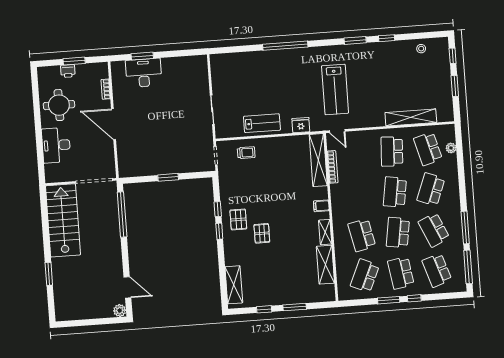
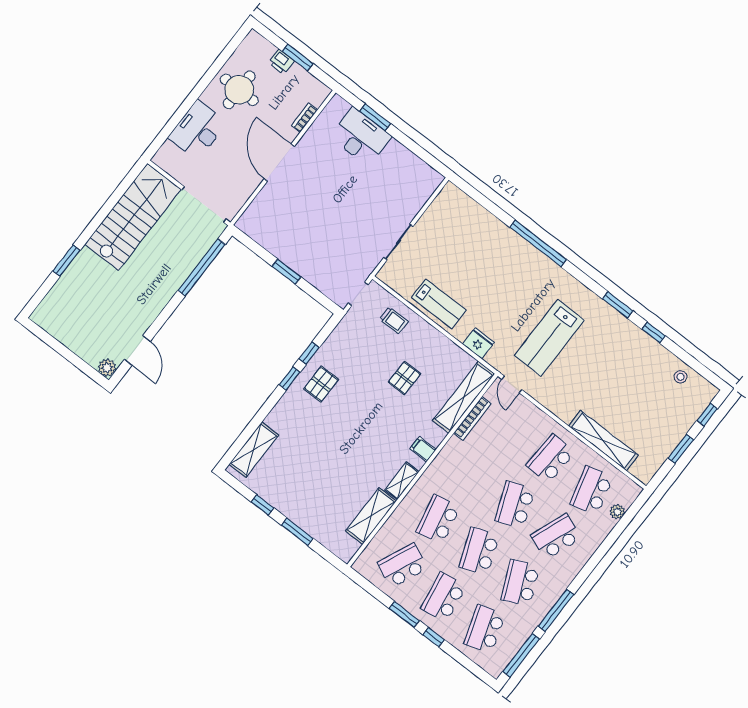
school desk: (395, 192) -> (515, 505), turned -30
school desk: (398, 232) -> (479, 551), turned -30
pallet: (262, 233) -> (404, 378), moved

